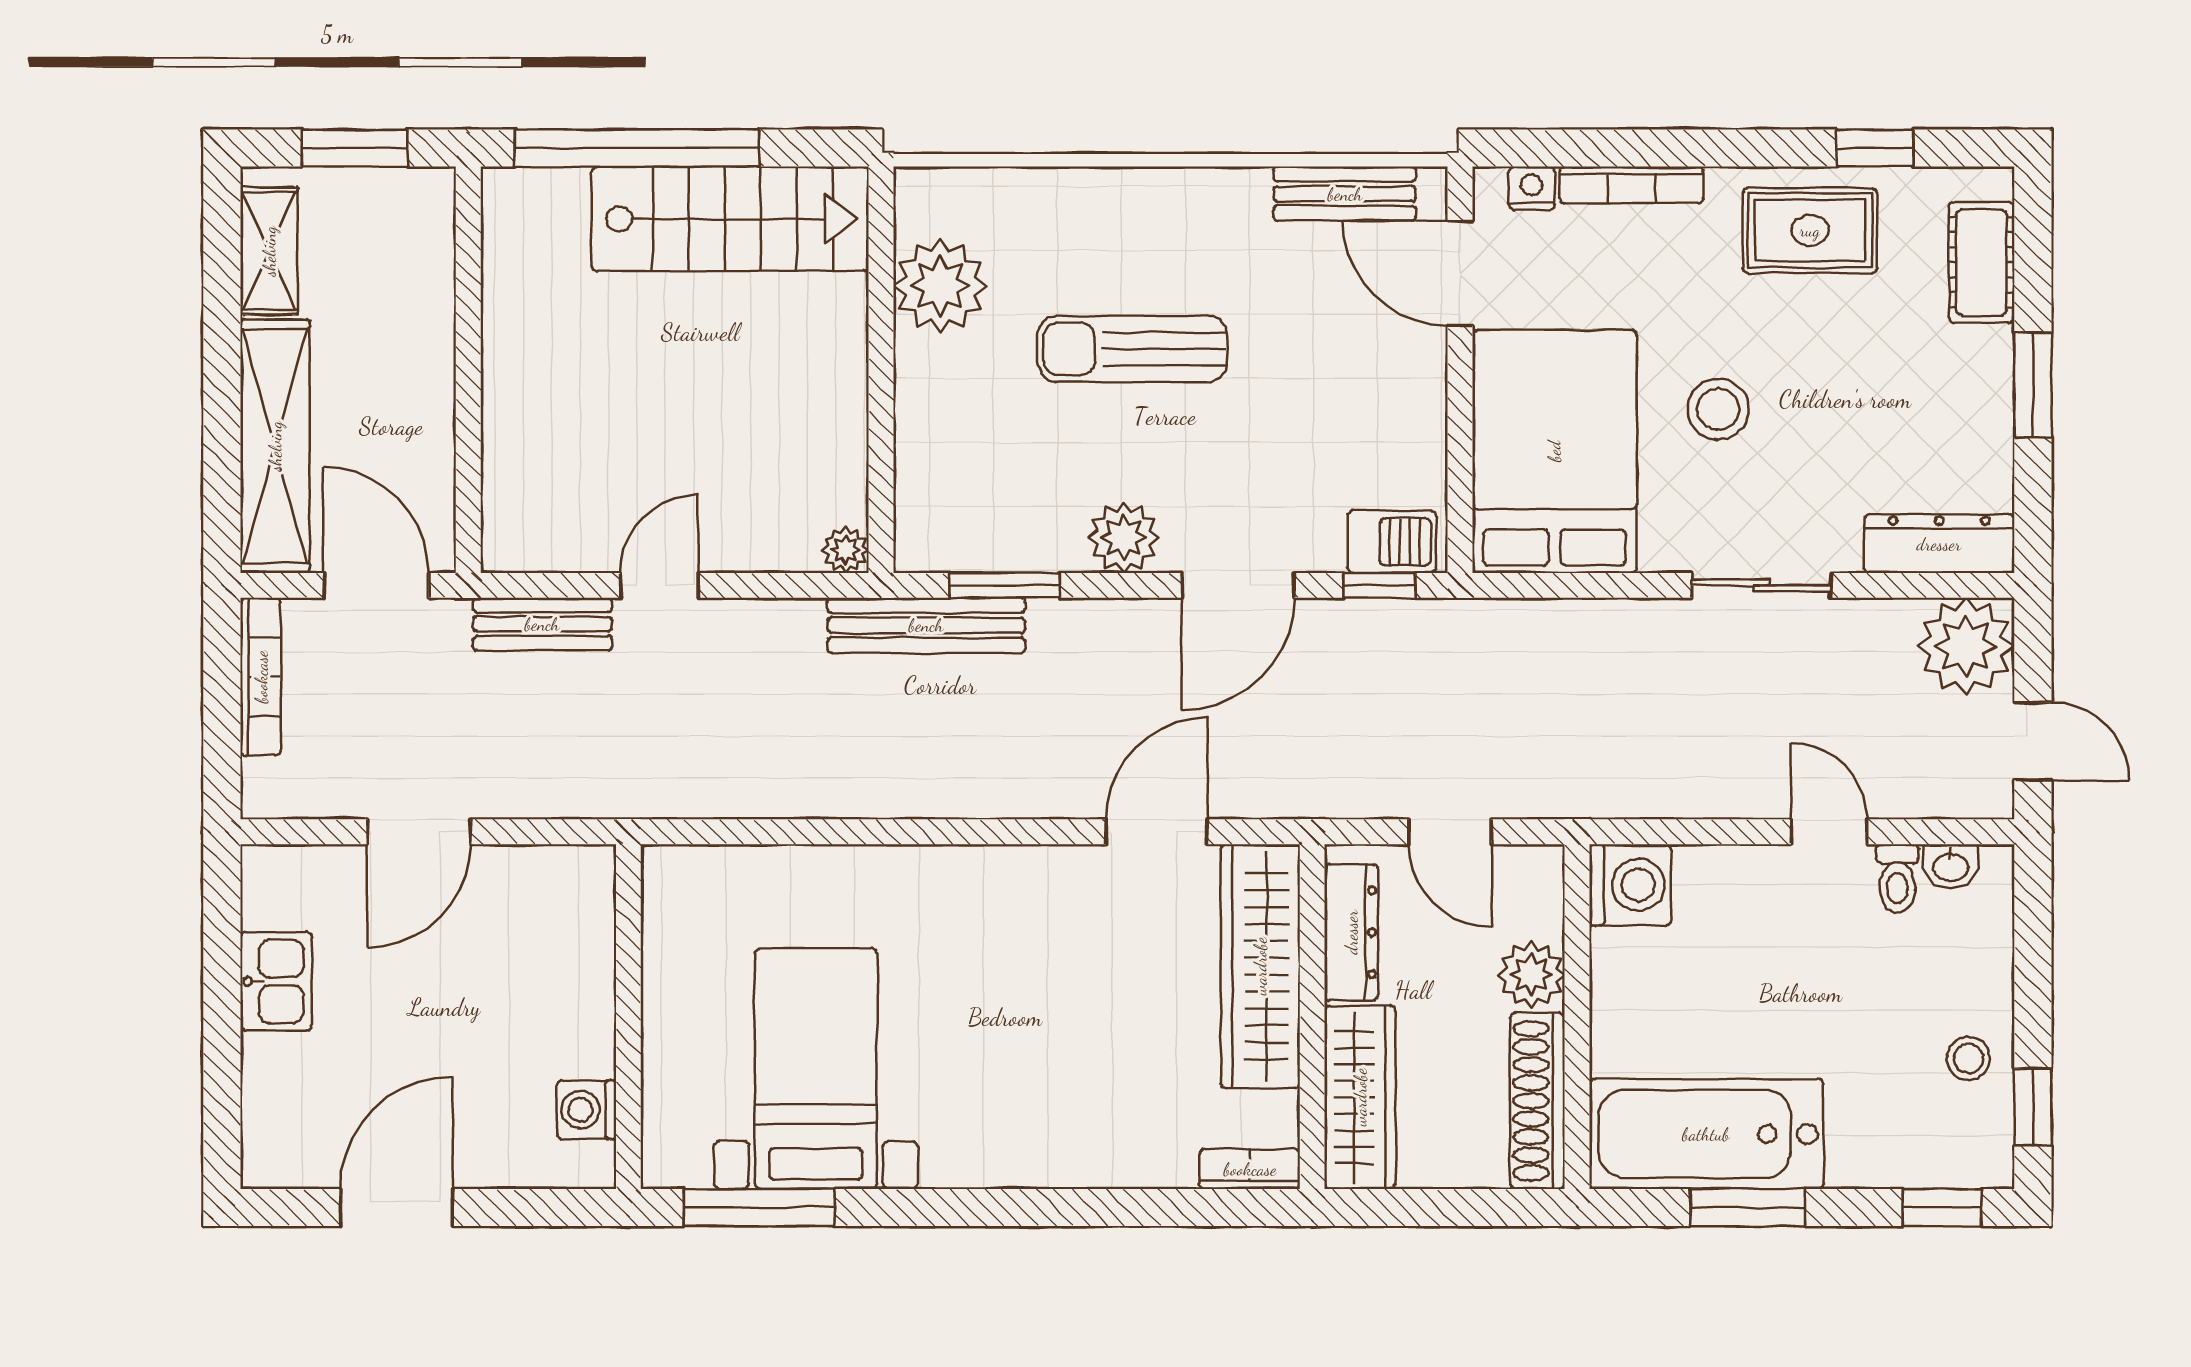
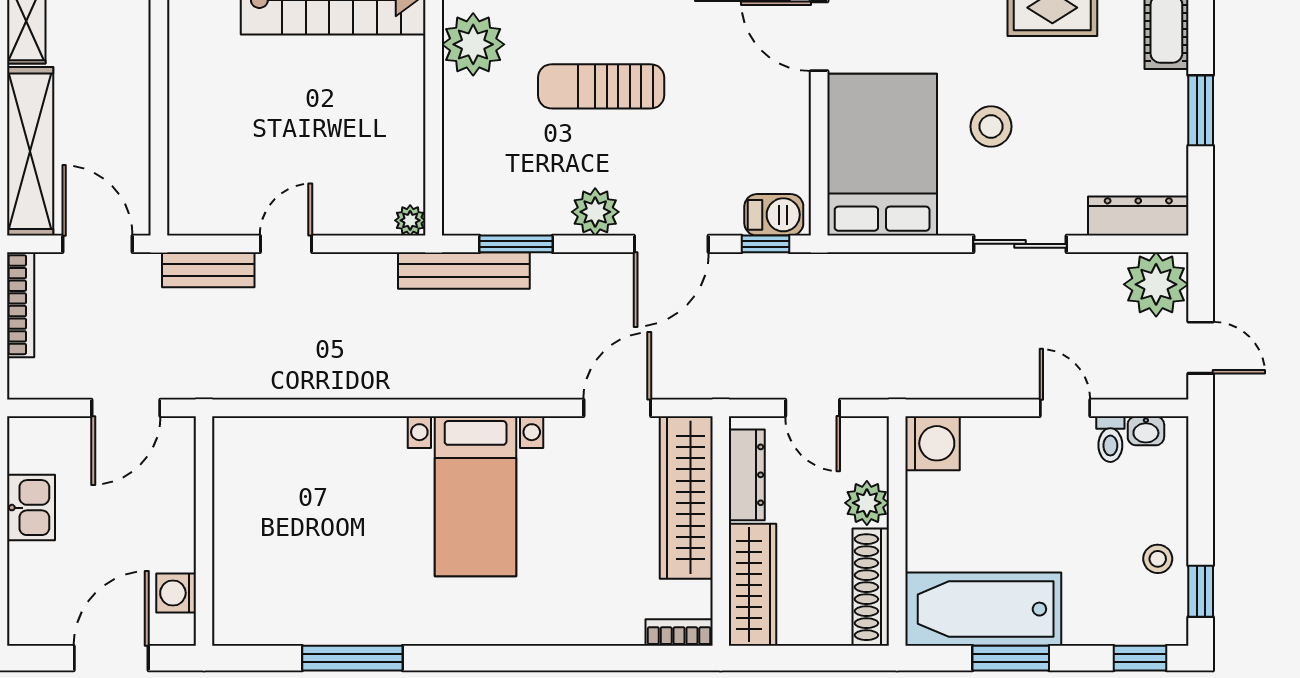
wall: (628, 1017) -> (204, 531), moved
bed with nightstands: (816, 1069) -> (476, 496), moved, turned 180
washing machine: (586, 1110) -> (176, 593), moved

